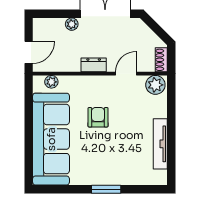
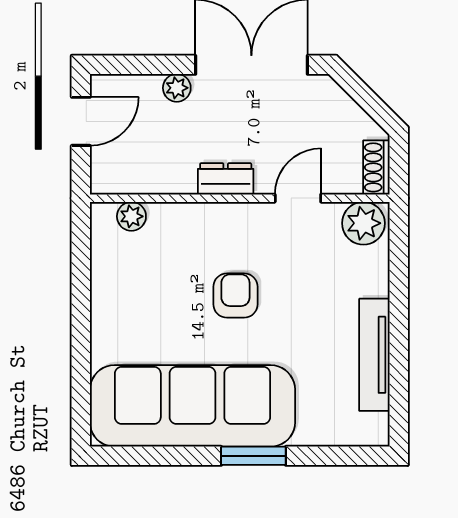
door: (29, 52) -> (81, 121), moved
sofa: (51, 139) -> (193, 406), moved, turned -90

